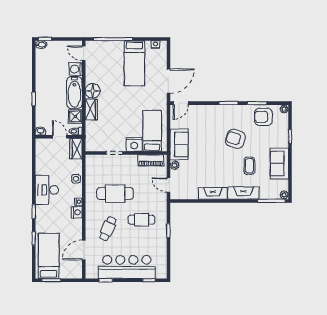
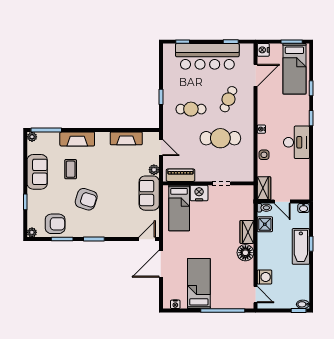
bathtub: (74, 93) -> (301, 246), moved, turned 180
fireplace: (213, 193) -> (126, 138), moved
nightstand: (77, 212) -> (263, 50), moved

